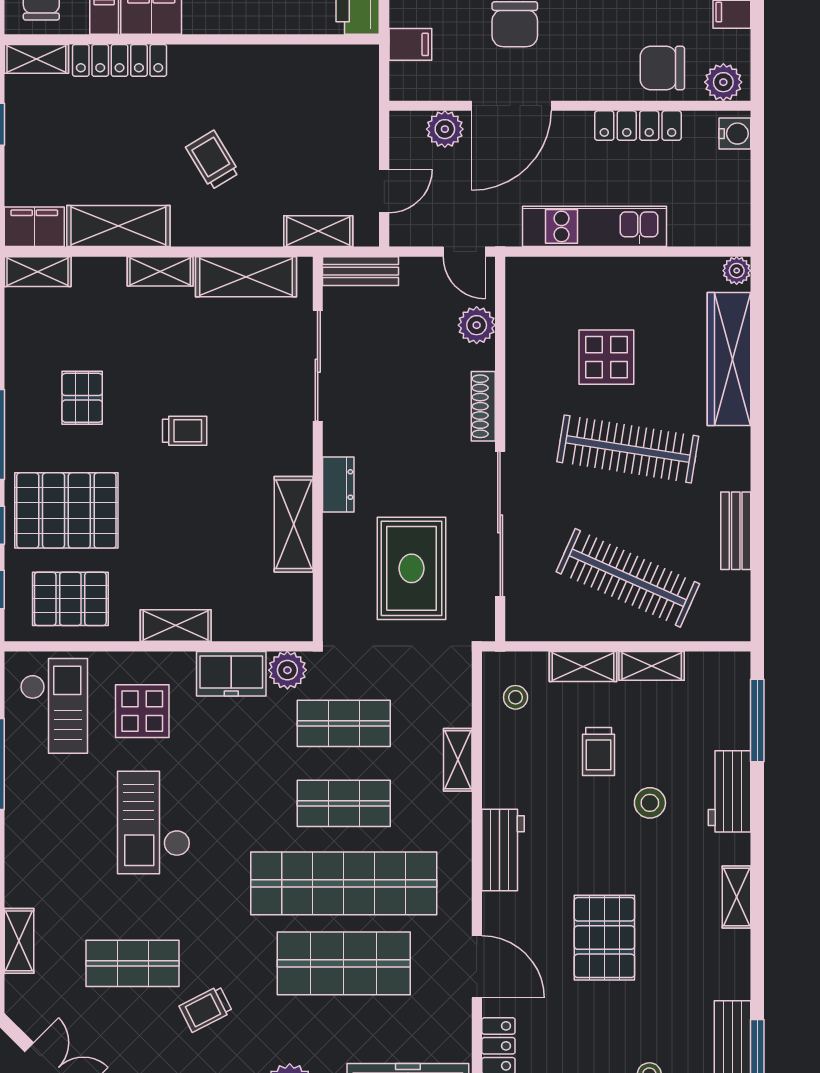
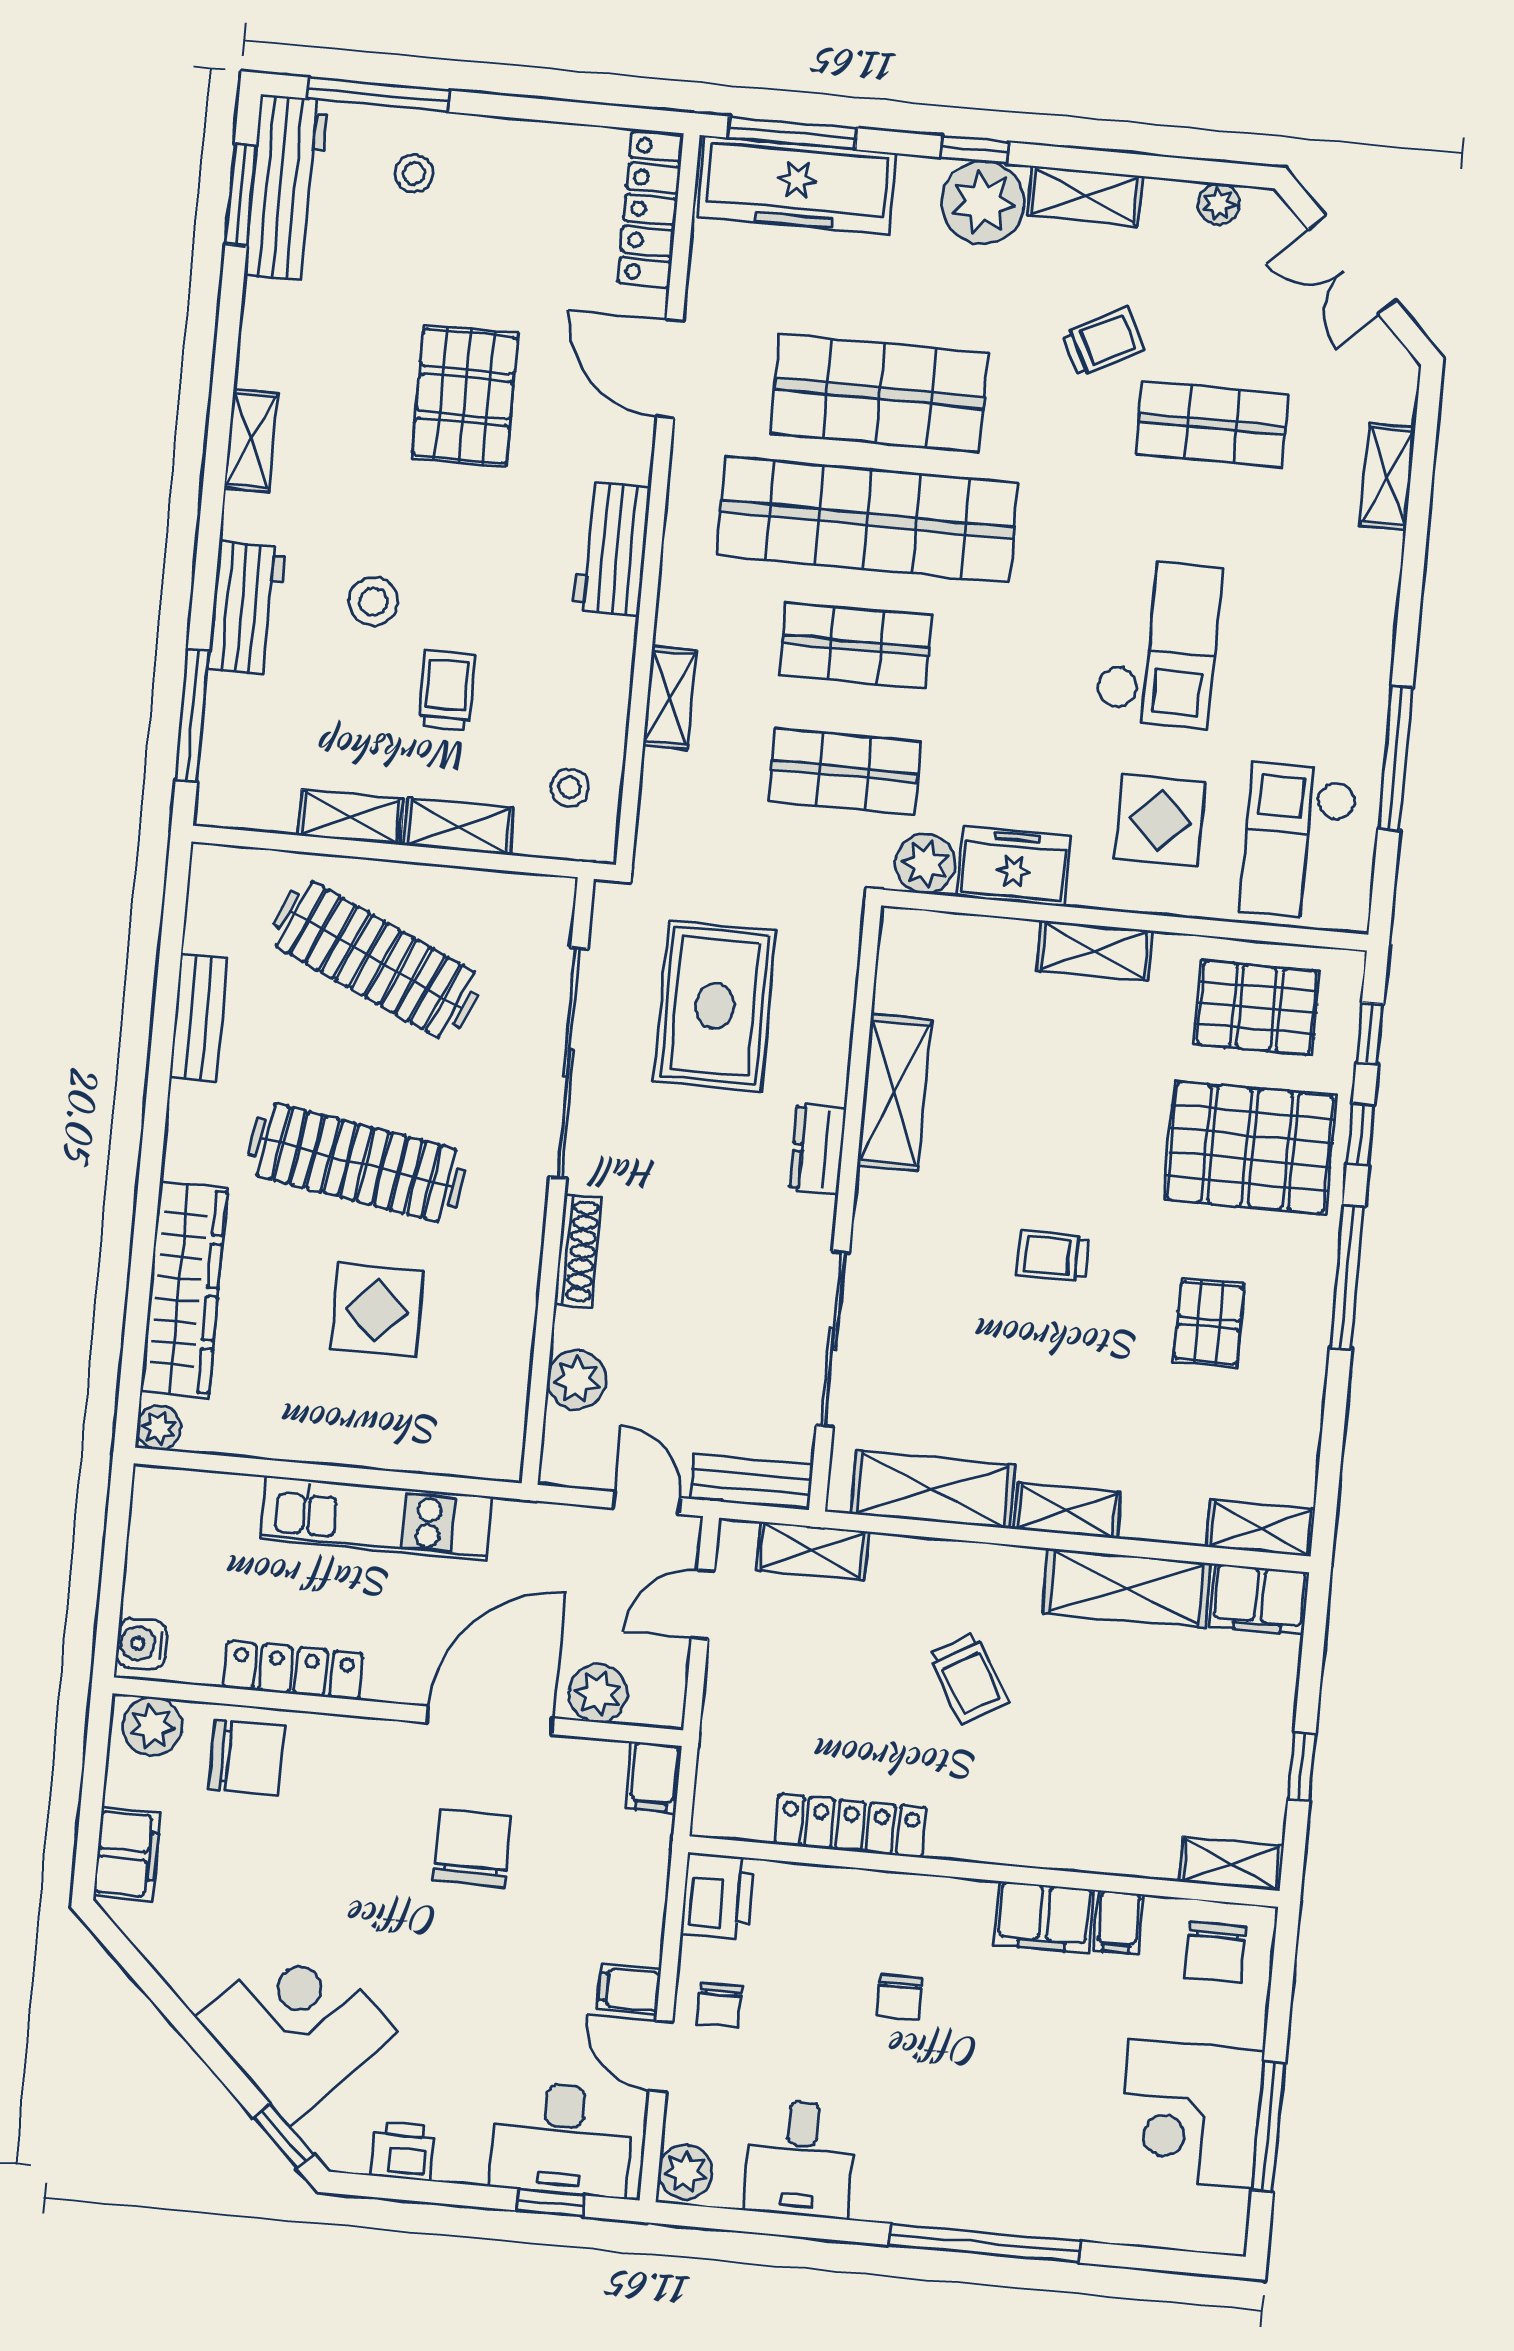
filing cabinet: (410, 44) -> (654, 1777), moved, turned -90
locker: (120, 60) -> (850, 1826), moved
door: (464, 252) -> (647, 1503), moved

